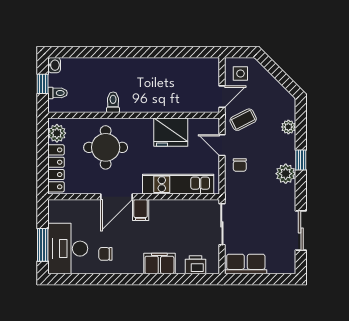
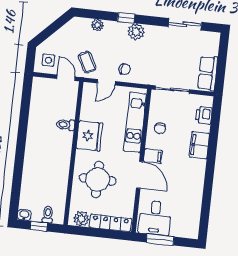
toilet: (113, 102) -> (66, 125), moved
fridge: (171, 132) -> (90, 136), moved
window: (43, 245) -> (160, 240), moved
desk: (68, 249) -> (155, 218), moved, width x0.73
chair: (105, 254) -> (160, 128), moved

